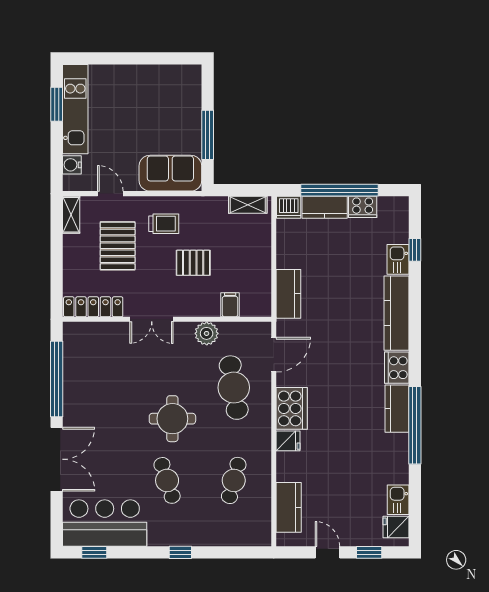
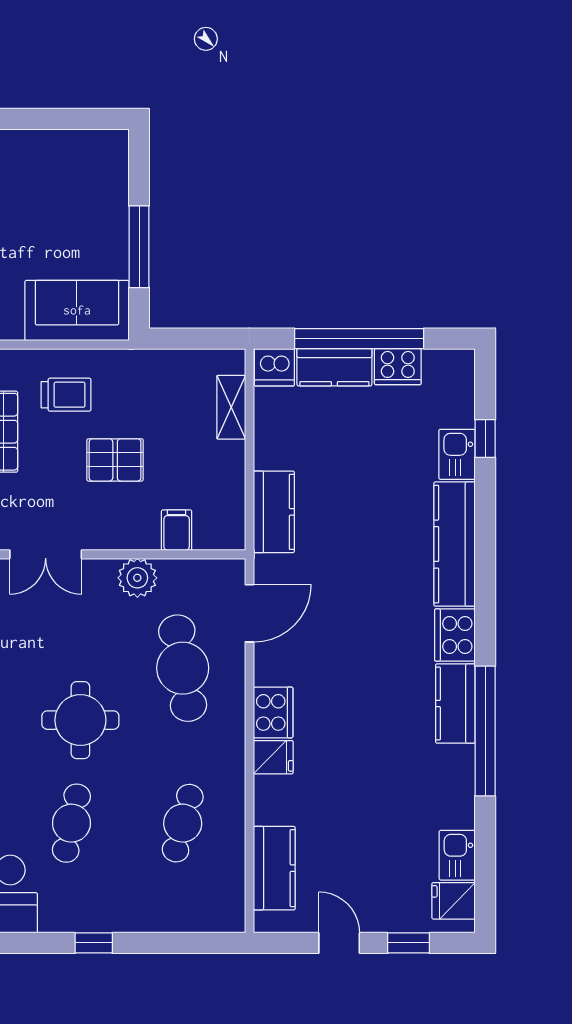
shelving: (248, 205) -> (231, 407), moved, turned 90
cooker: (292, 408) -> (273, 712), width x0.73, depth x0.76
cafe table: (167, 480) -> (71, 823), turned 30

